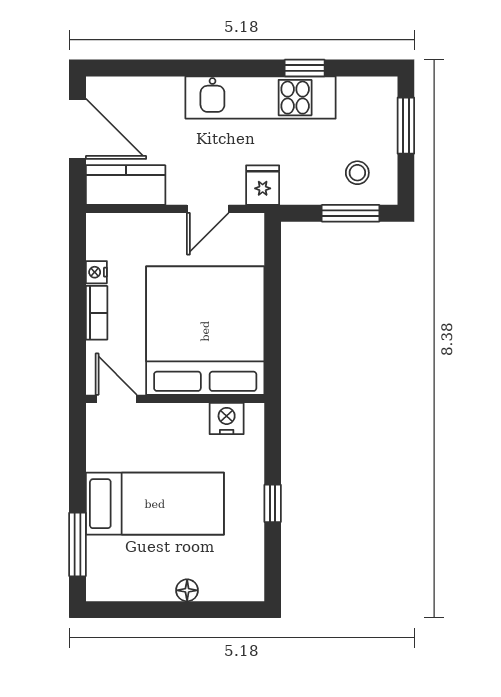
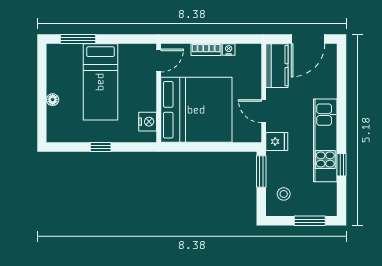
window: (351, 213) -> (261, 172), moved

